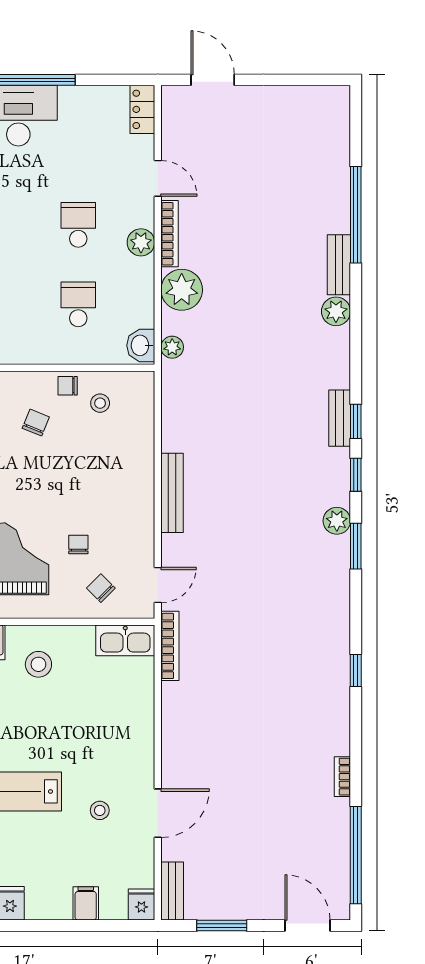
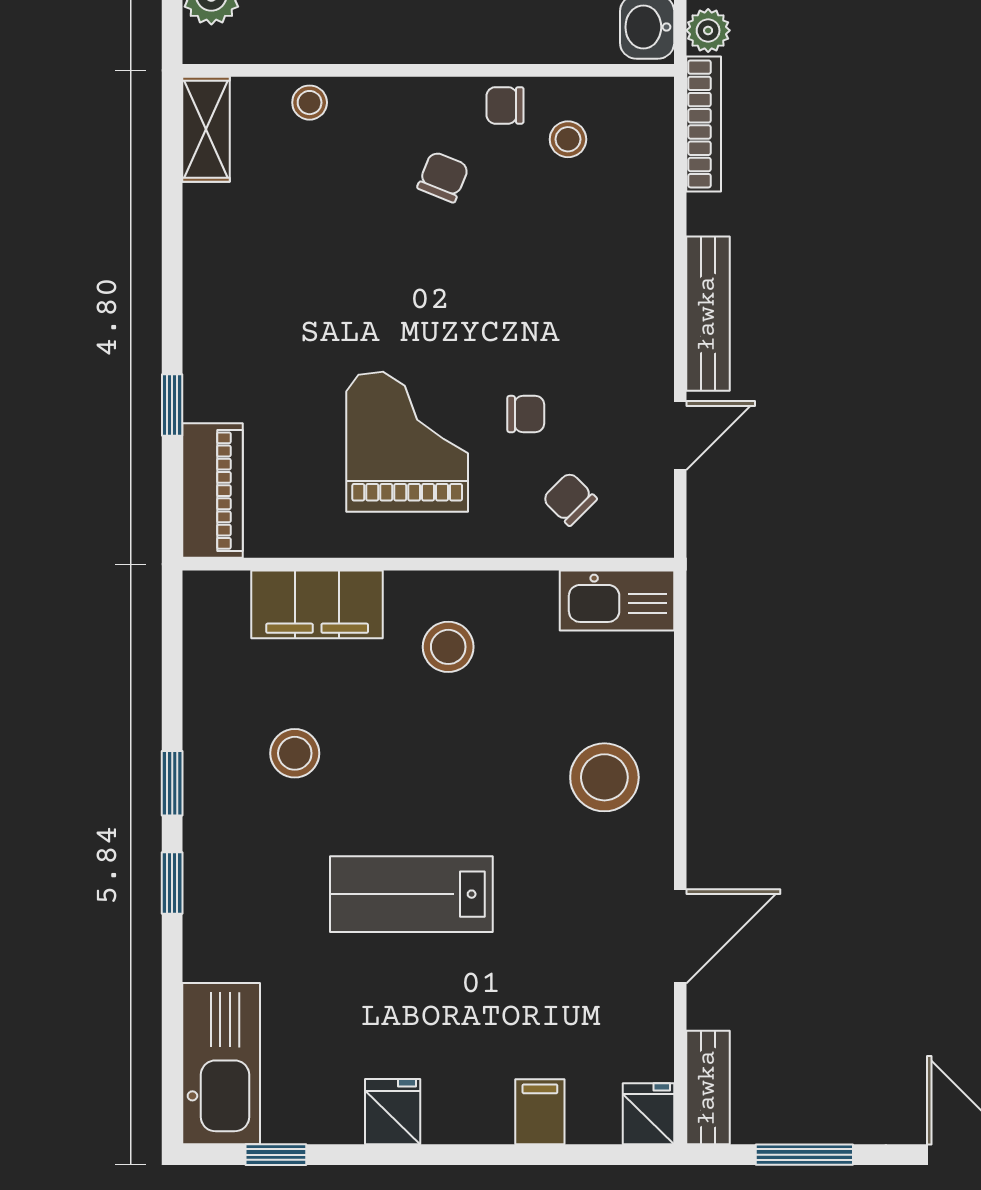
chair: (78, 544) -> (526, 414), turned 90
door: (158, 585) -> (680, 436), moved
bookcase: (170, 646) -> (704, 124), moved
stool: (100, 810) -> (604, 777), moved, width x1.89, depth x1.89

